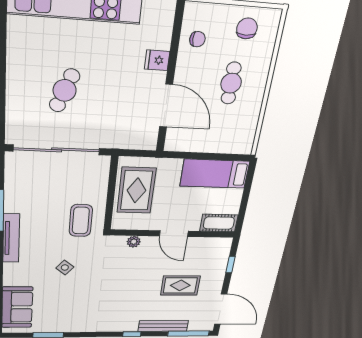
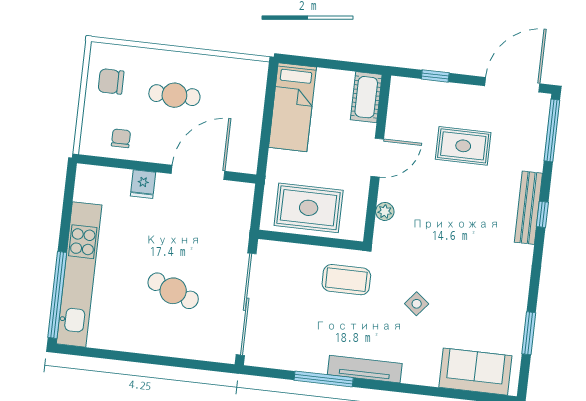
rug: (180, 285) -> (463, 146), turned 90
bench: (163, 326) -> (528, 208), moved

